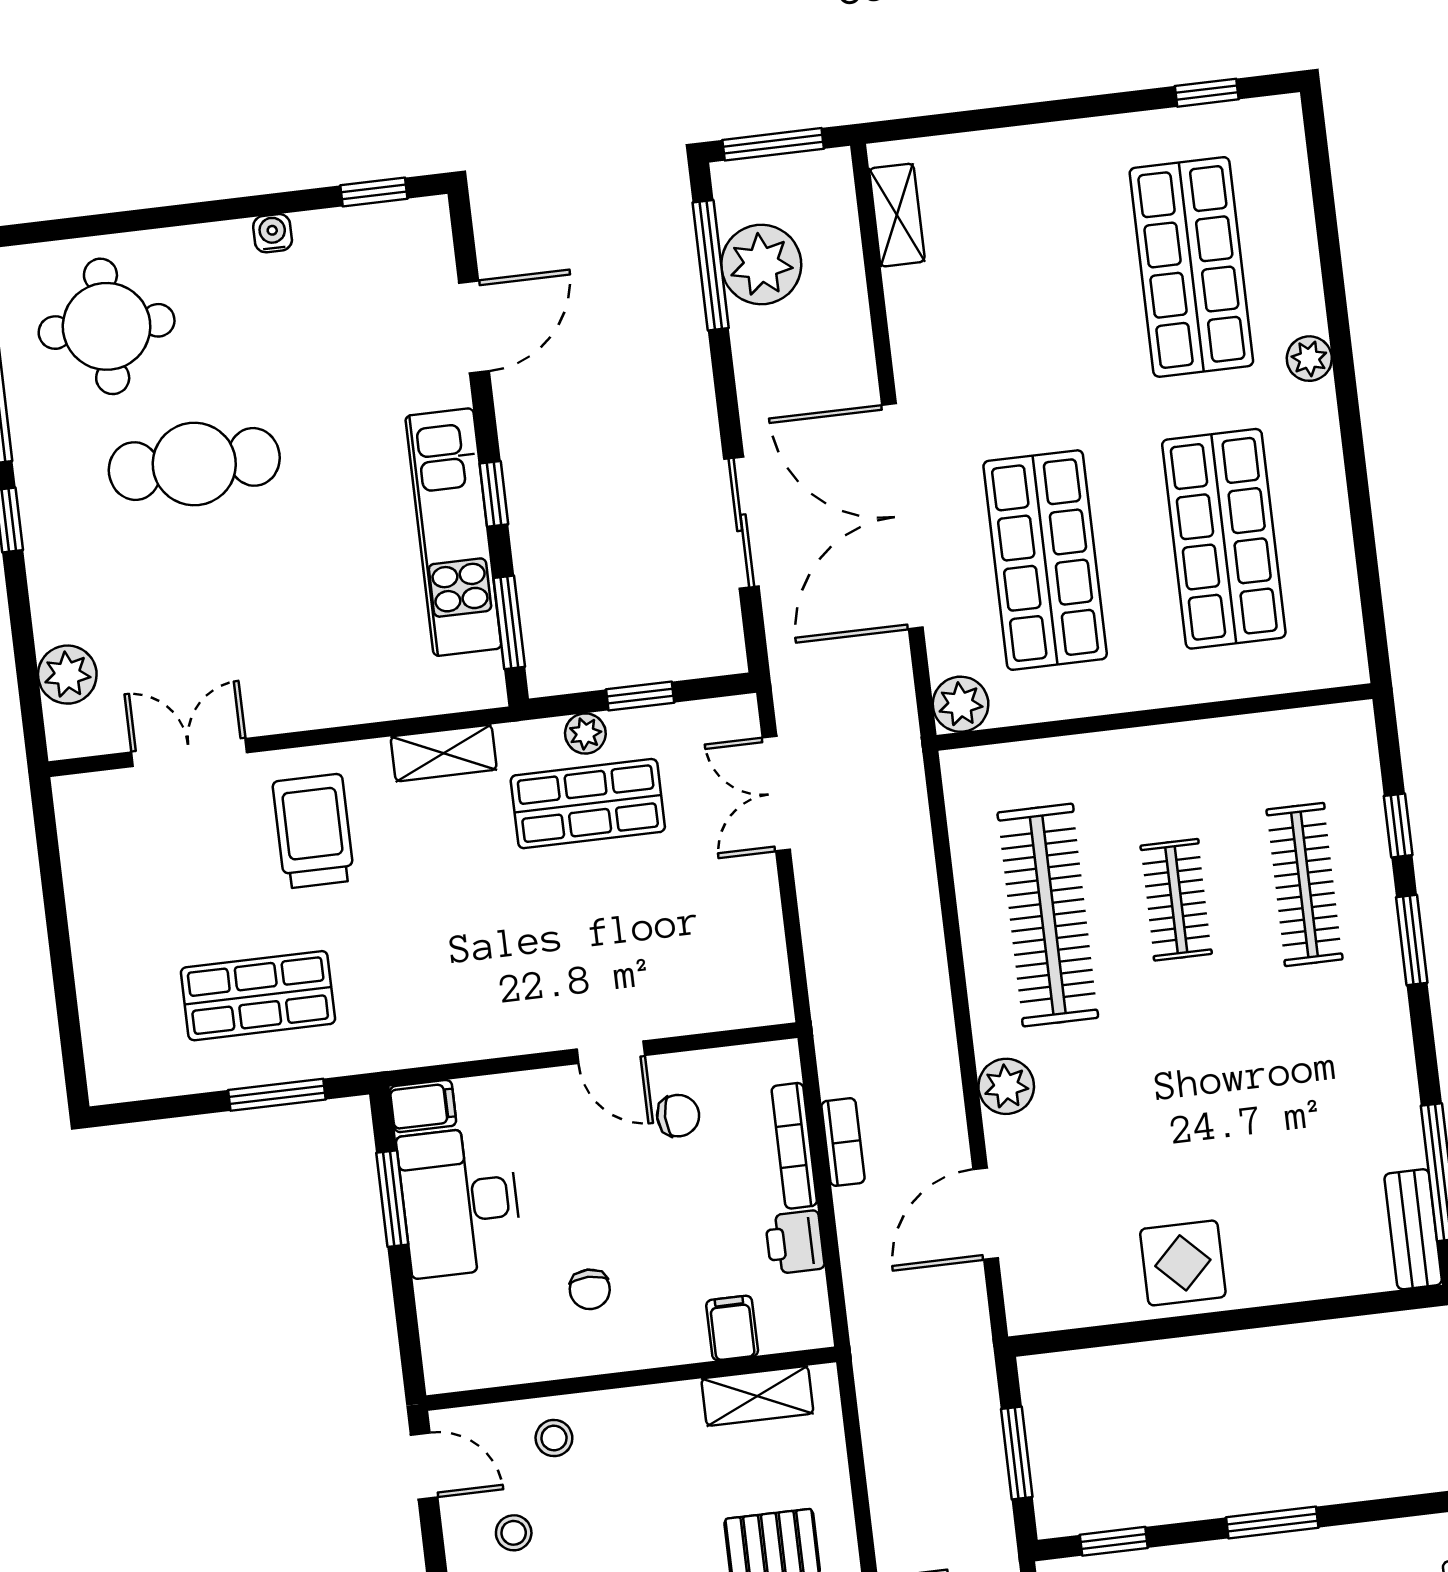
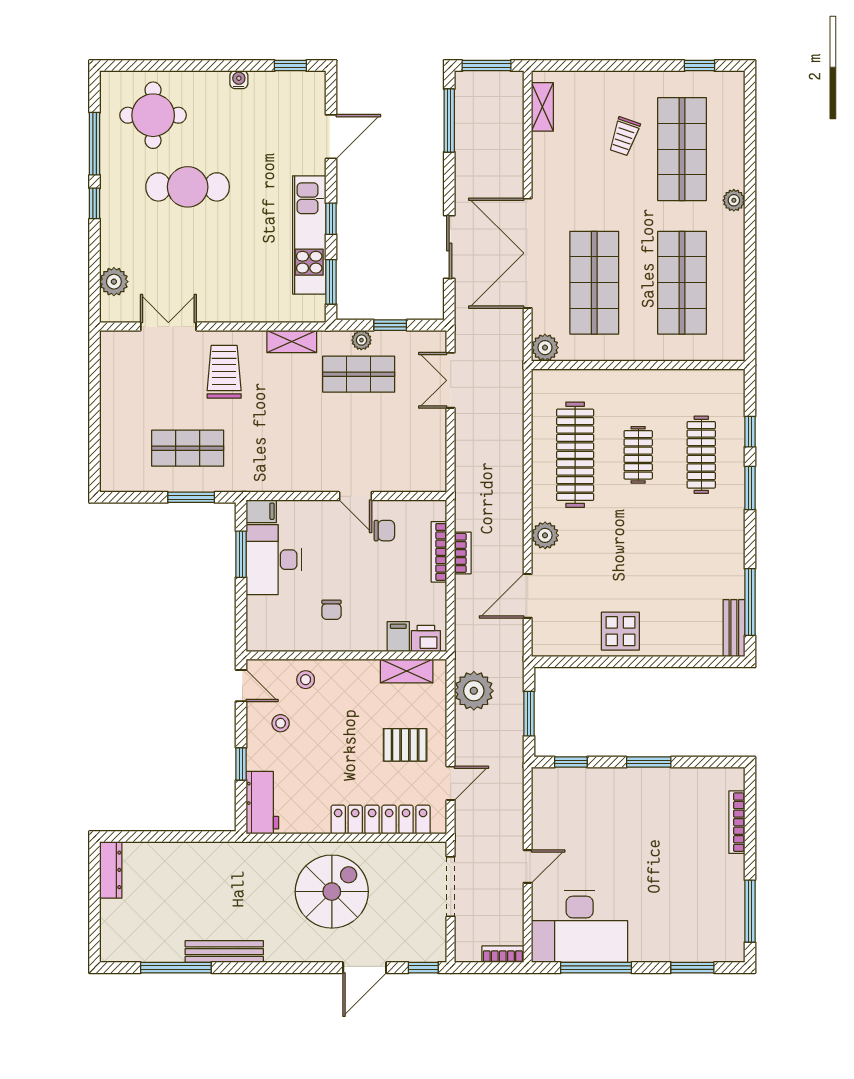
trolley: (1071, 255) -> (624, 136), added
plant: (761, 265) -> (474, 691), moved
printer: (795, 1242) -> (426, 638), moved, turned 90

